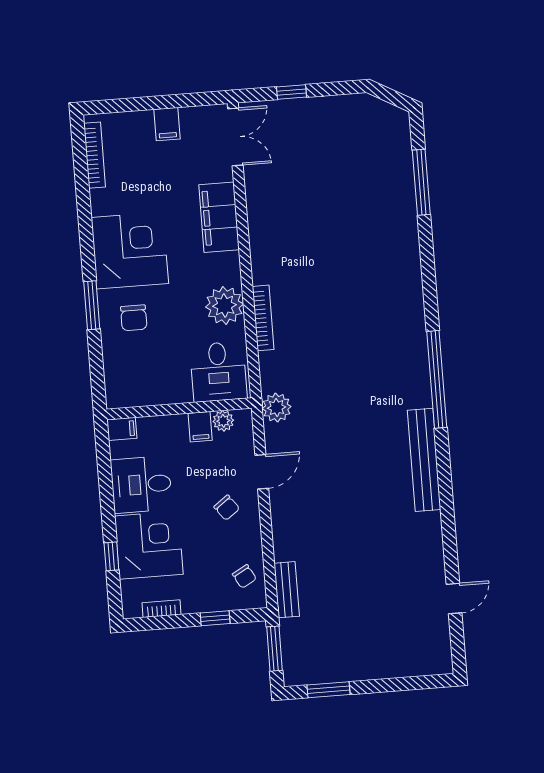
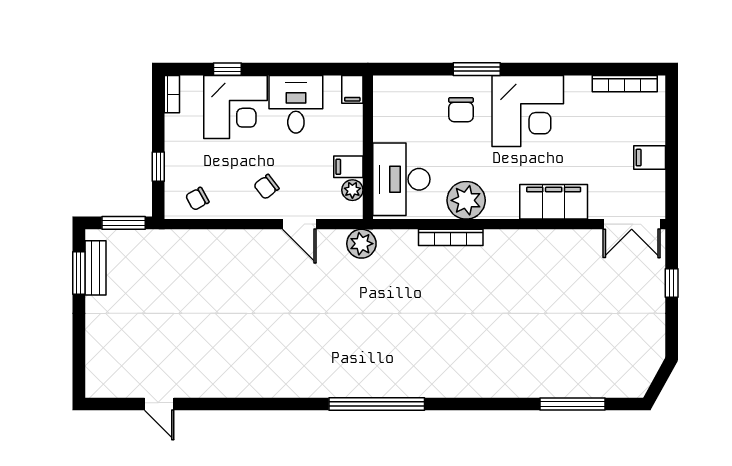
chair: (134, 318) -> (461, 110), turned -90
desk: (218, 372) -> (401, 179), width x1.37
bench: (424, 460) -> (298, 385), removed
bench: (287, 590) -> (95, 268), moved, turned 90
bookcase: (162, 609) -> (172, 94), moved

